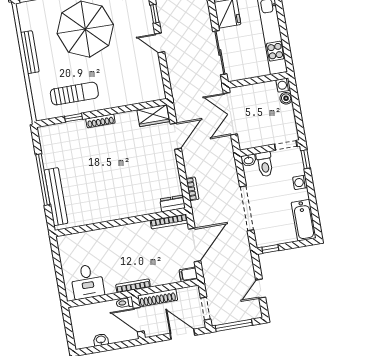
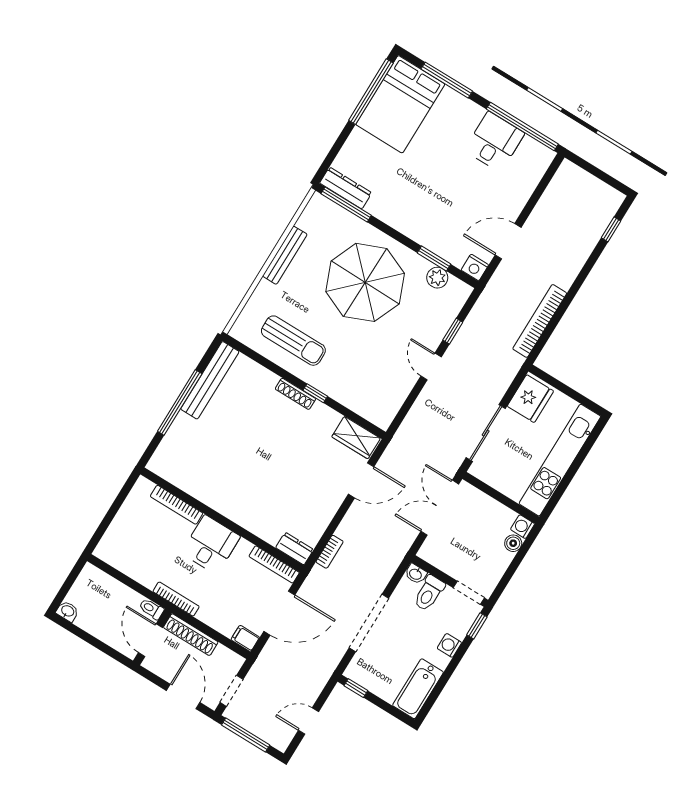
window: (74, 118) -> (315, 393), moved
bench: (56, 197) -> (210, 380), moved
bookcase: (89, 235) -> (177, 505), added
desk: (87, 282) -> (211, 545), moved, turned 180
washbasin: (101, 340) -> (67, 611), moved

